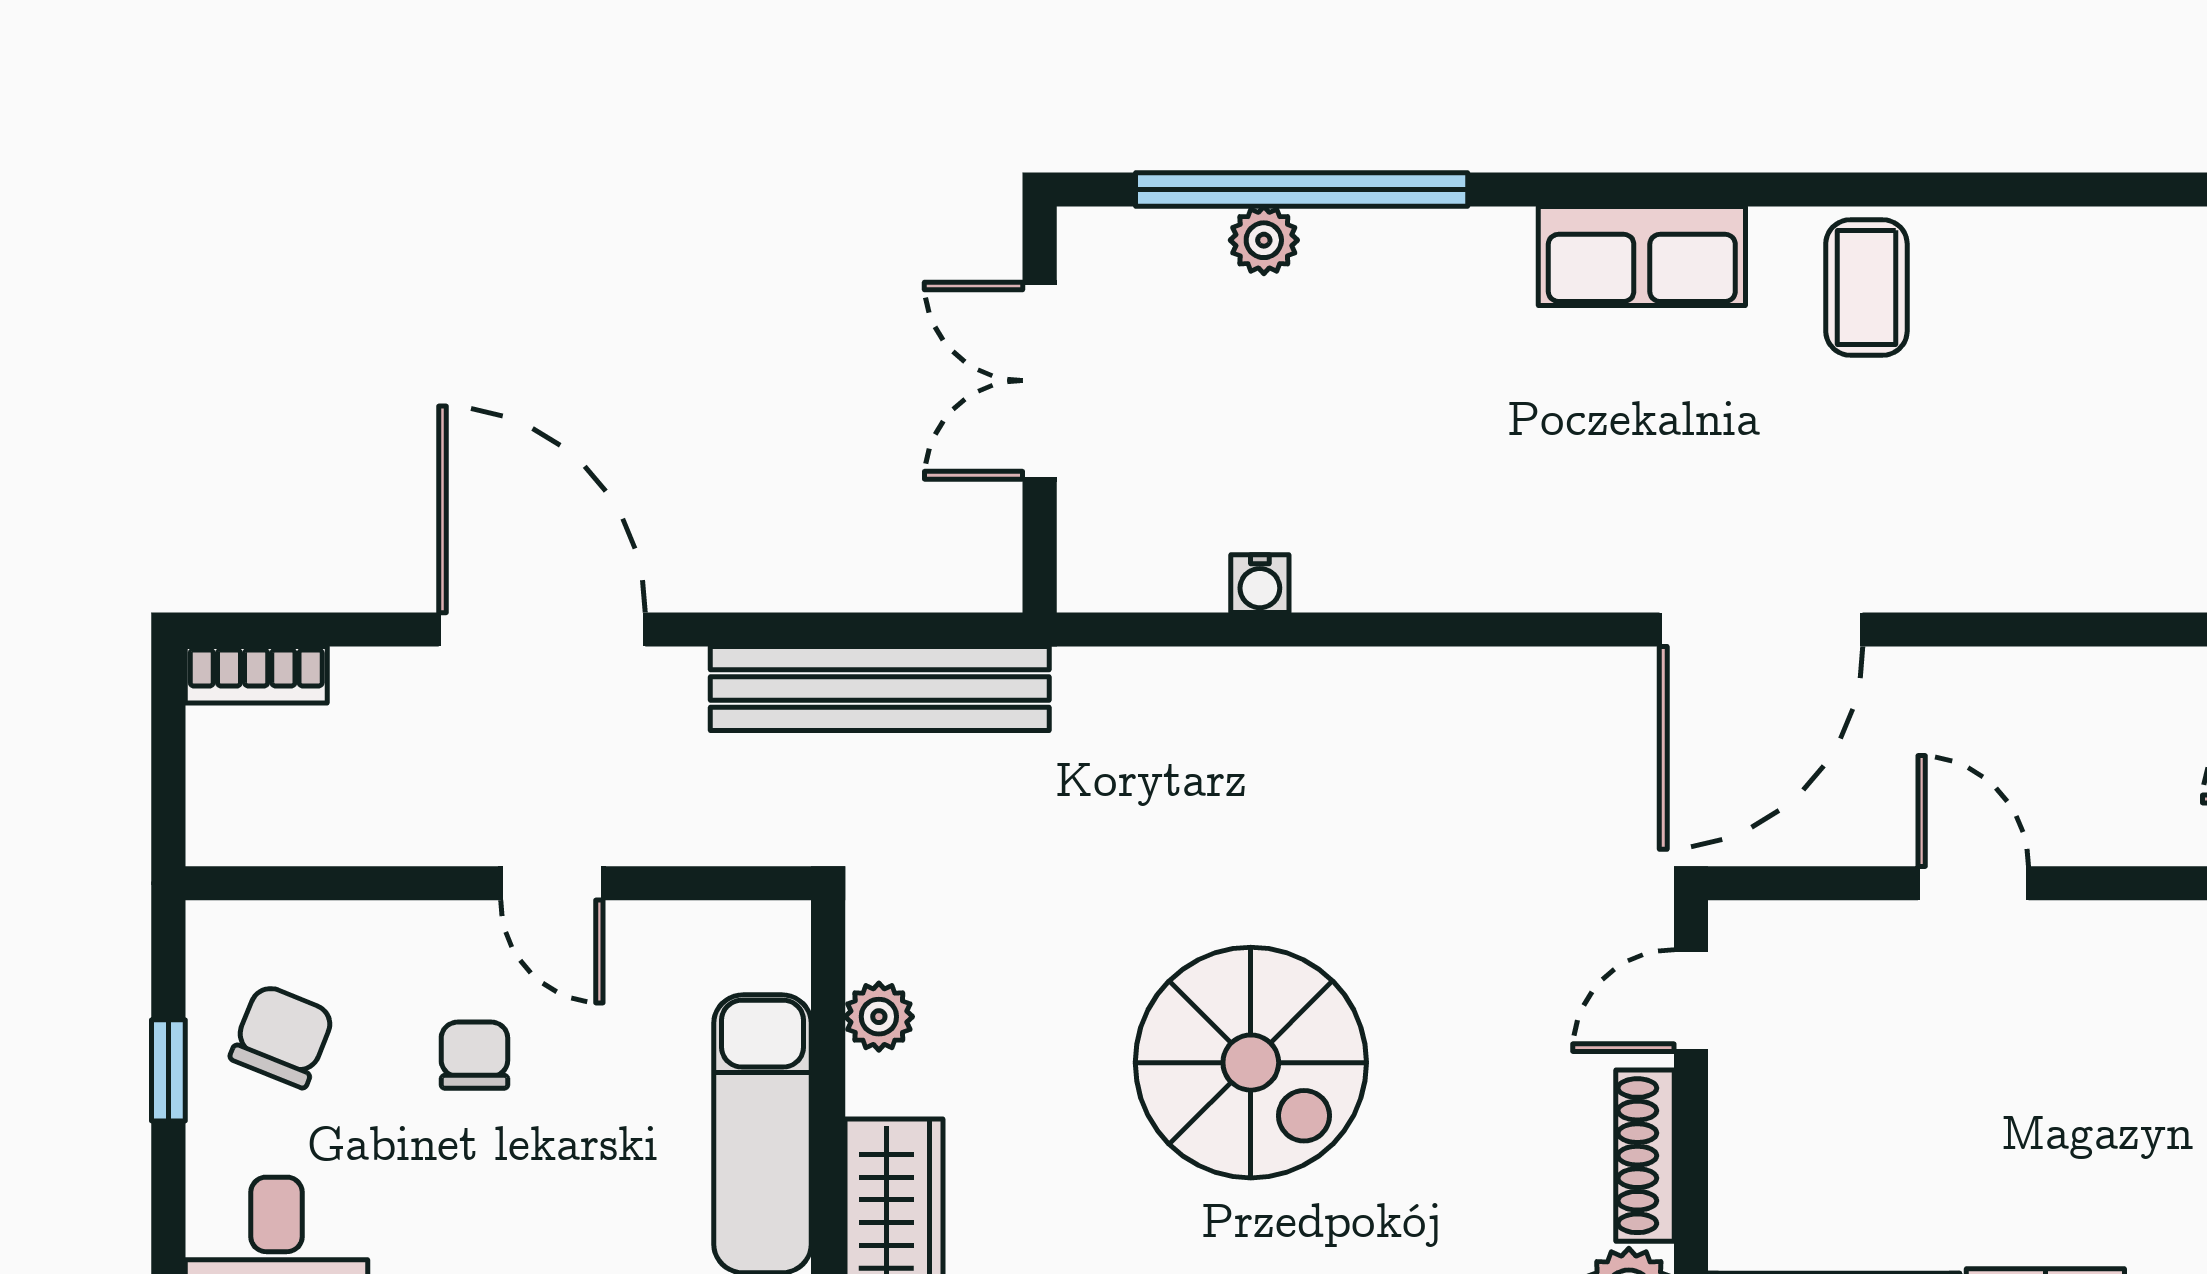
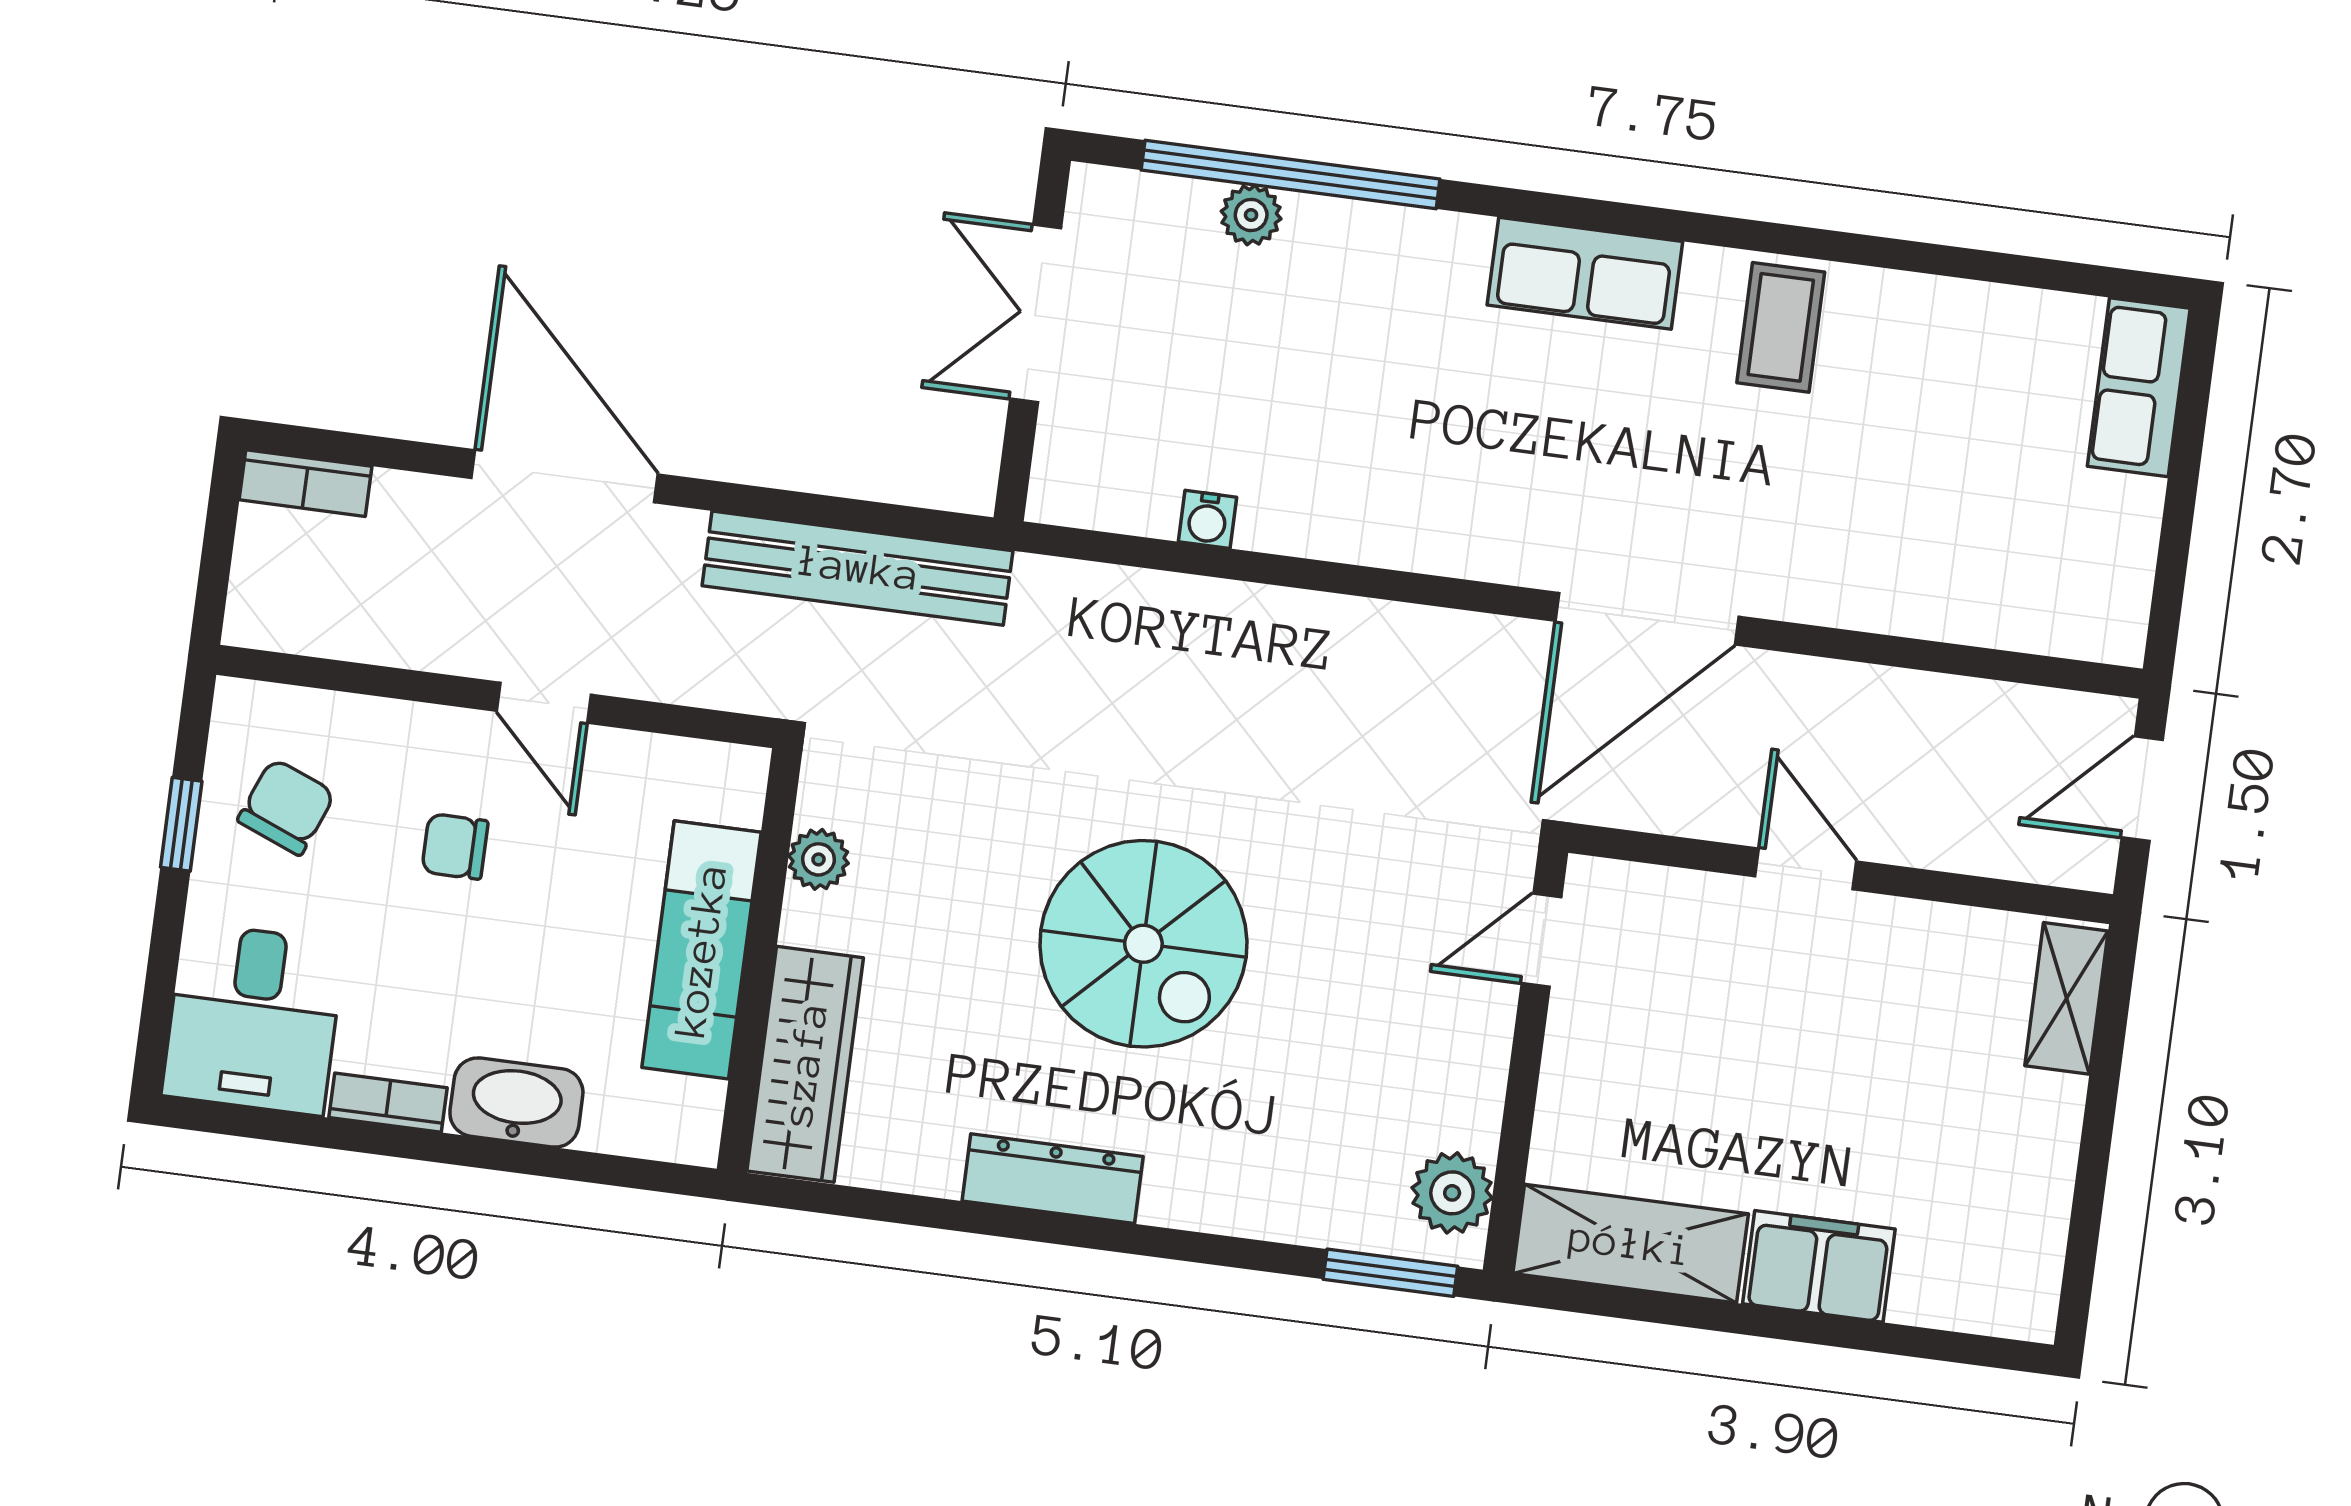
chair: (474, 1055) -> (455, 846), turned -90
shoe rack: (1645, 1156) -> (1482, 1072), removed

